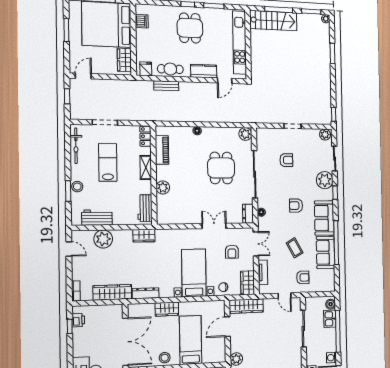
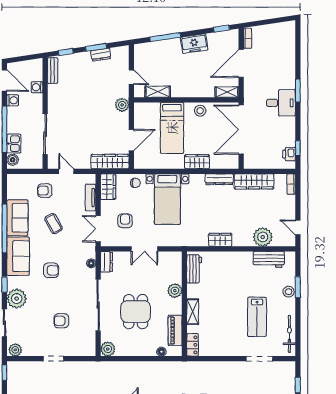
locker: (145, 136) -> (193, 345), moved
piano: (162, 150) -> (175, 330), moved
shelving: (146, 168) -> (193, 312), moved
wall: (154, 175) -> (184, 304), moved
plant: (163, 187) -> (175, 291), moved
workbench: (145, 208) -> (194, 269), moved

